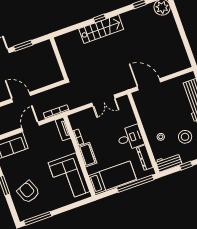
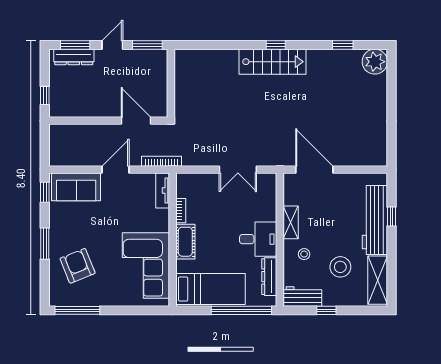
wall: (59, 59) -> (171, 83), moved
door: (21, 97) -> (136, 121), moved
shelving: (146, 121) -> (291, 222), added

